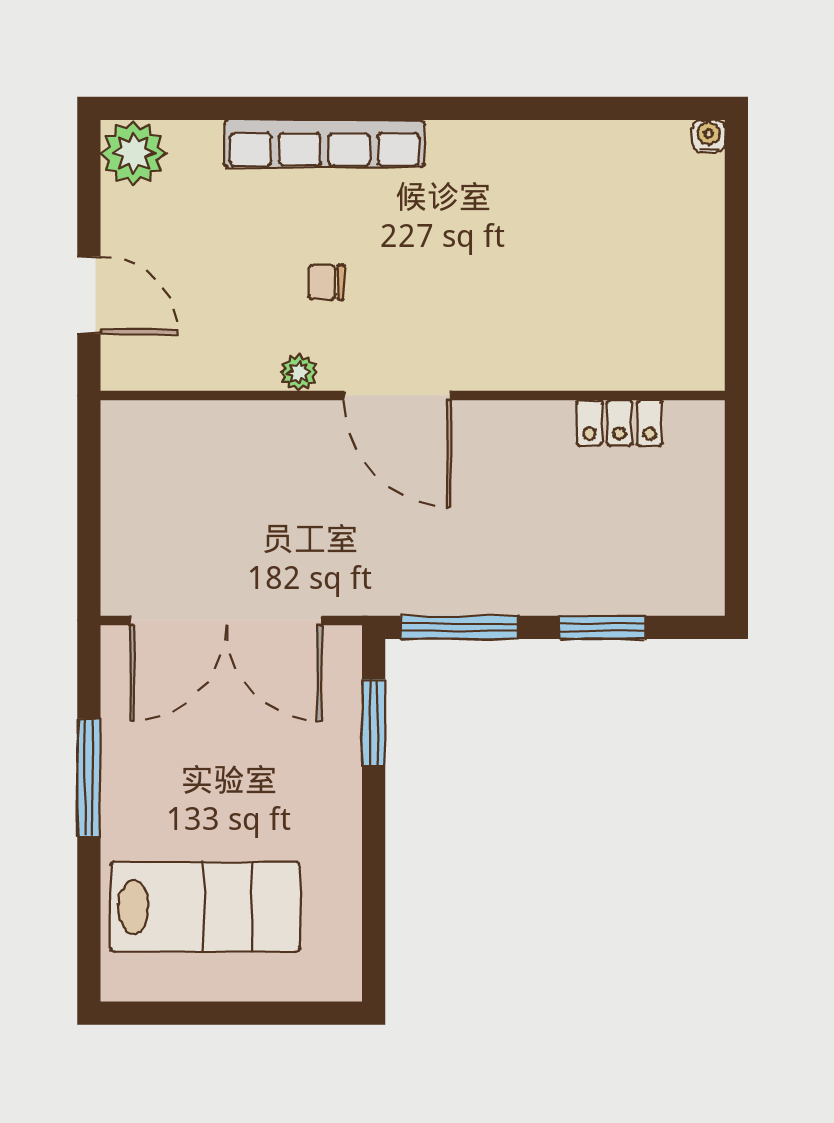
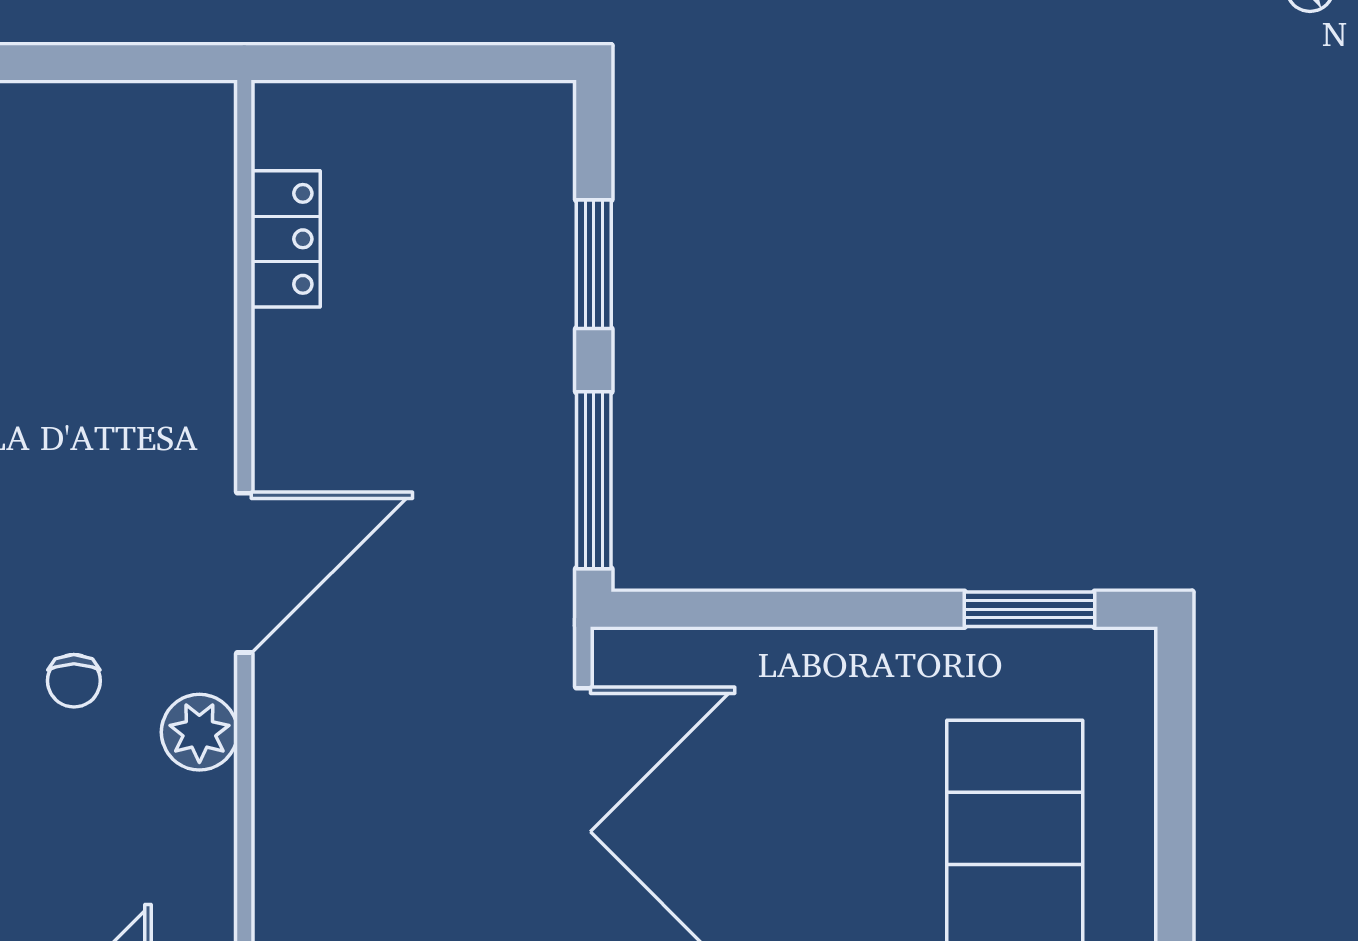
plant: (299, 373) -> (199, 732), width x1.38, depth x1.38
window: (374, 723) -> (1030, 609), moved

